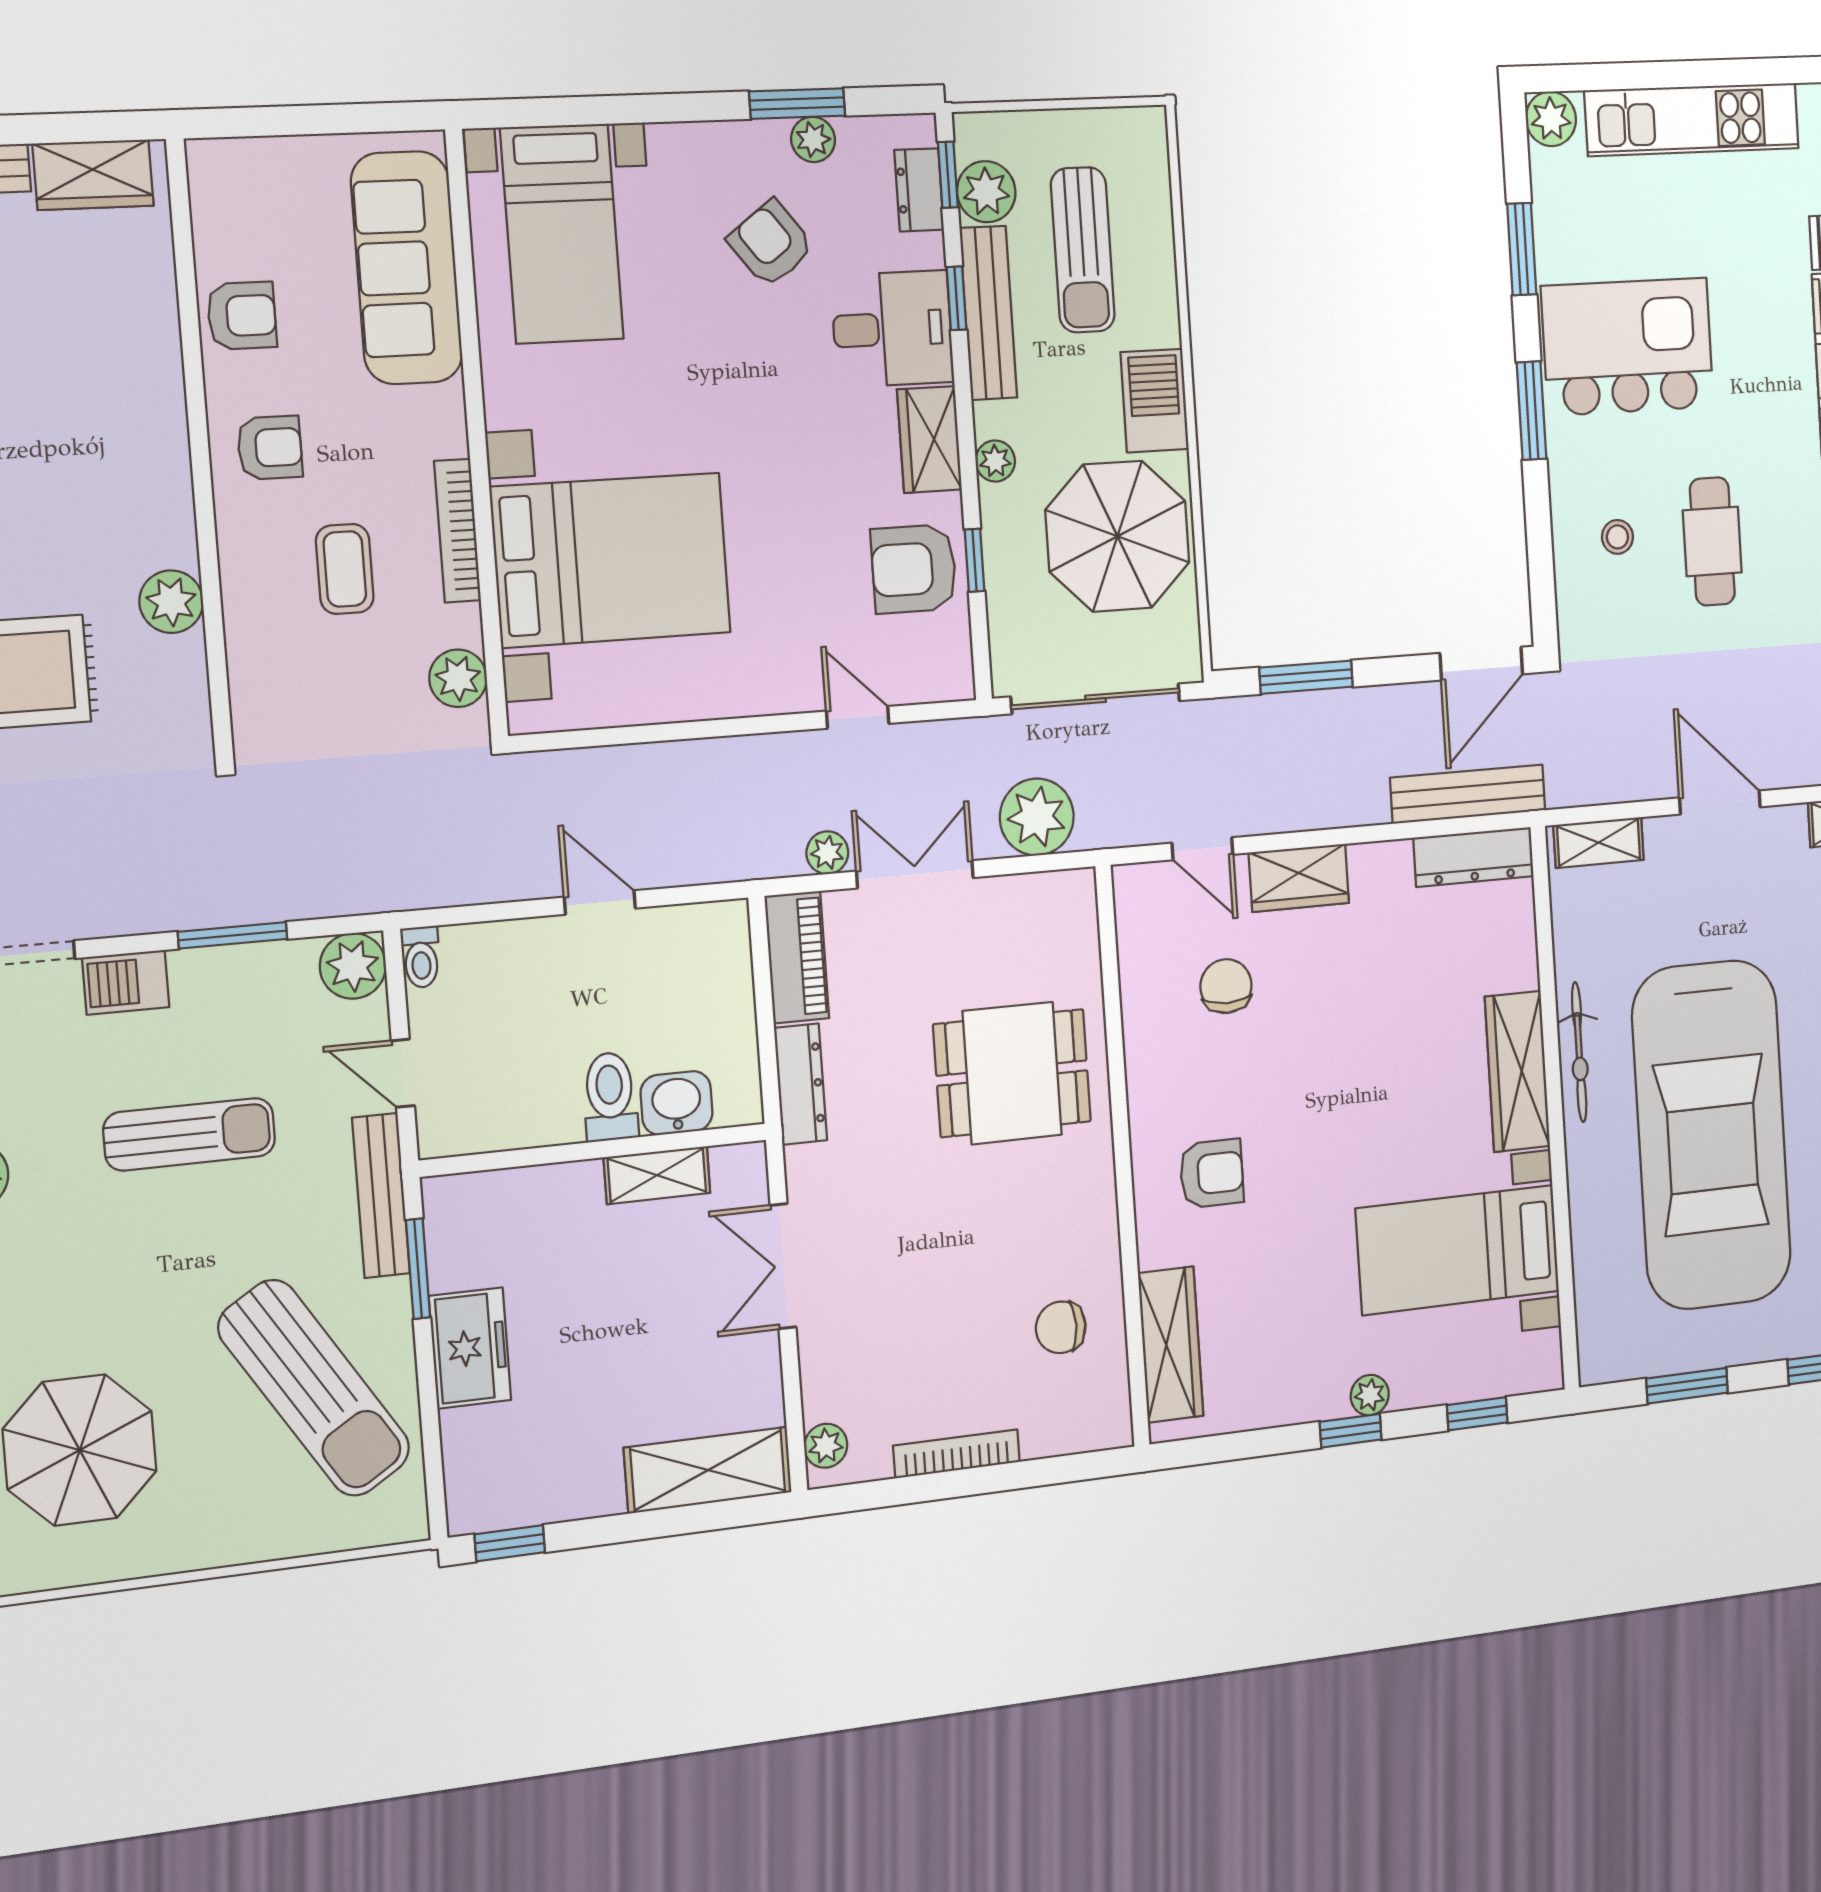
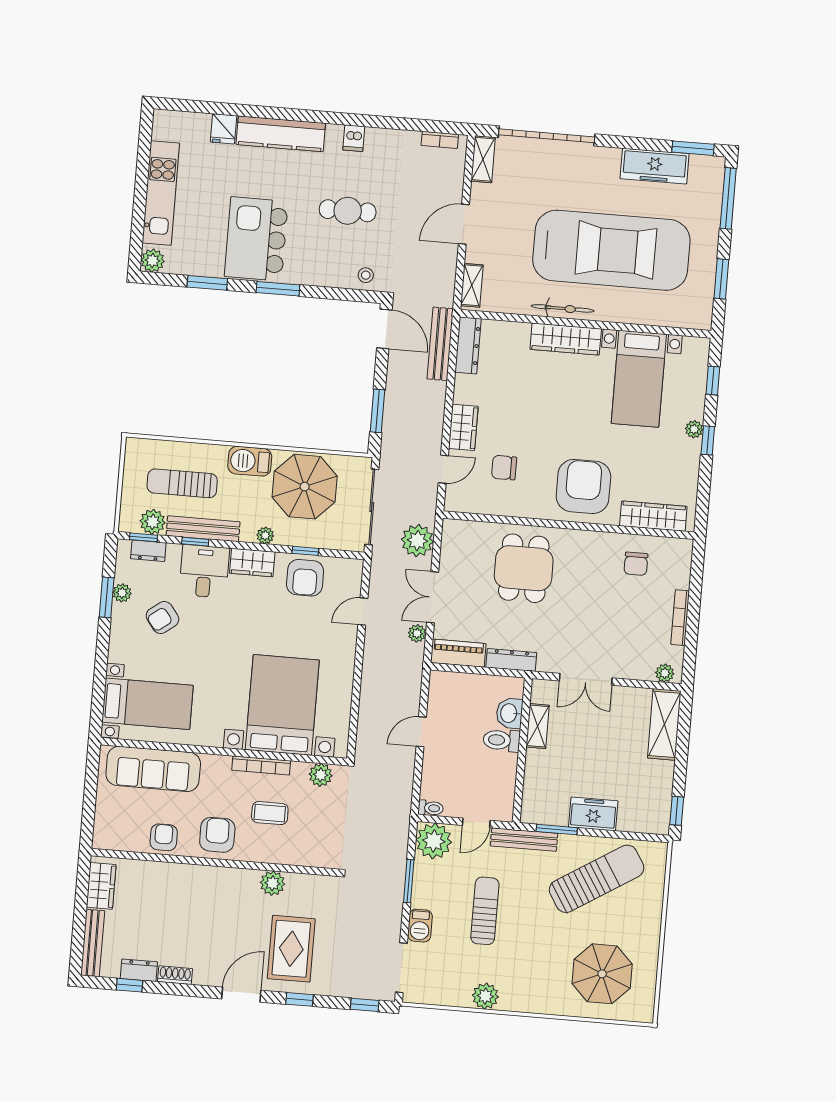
sun lounger: (1083, 250) -> (182, 483), turned 180
armchair: (270, 448) -> (217, 835), width x1.38, depth x1.38
stool: (1617, 537) -> (366, 275), moved
plant: (353, 966) -> (434, 841), width x1.36, depth x1.36
armchair: (1212, 1174) -> (583, 486), width x1.88, depth x1.88

